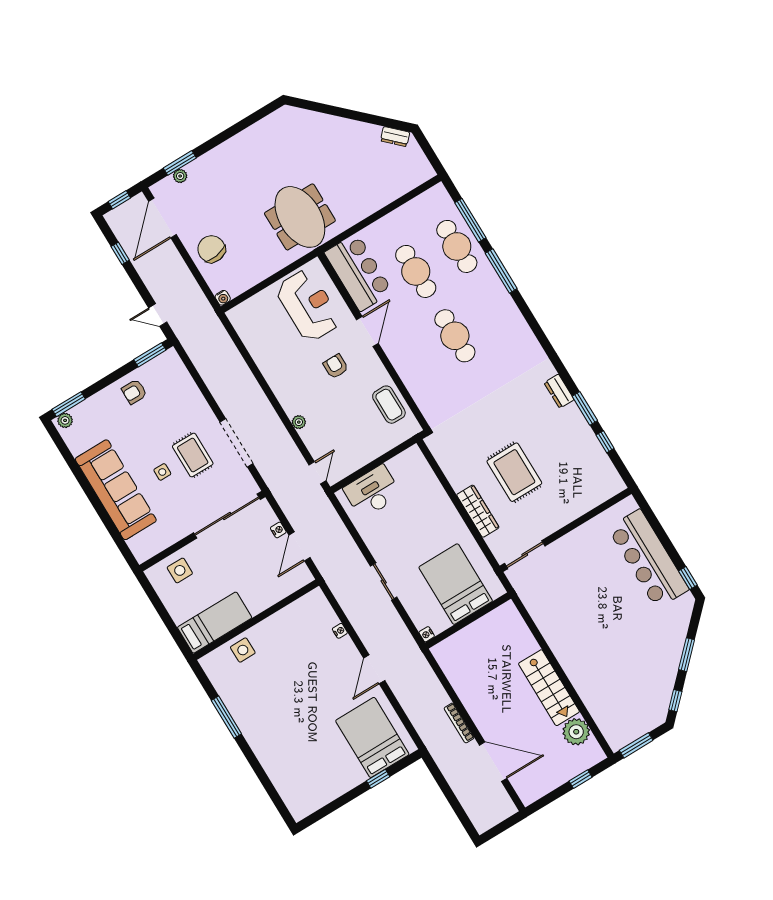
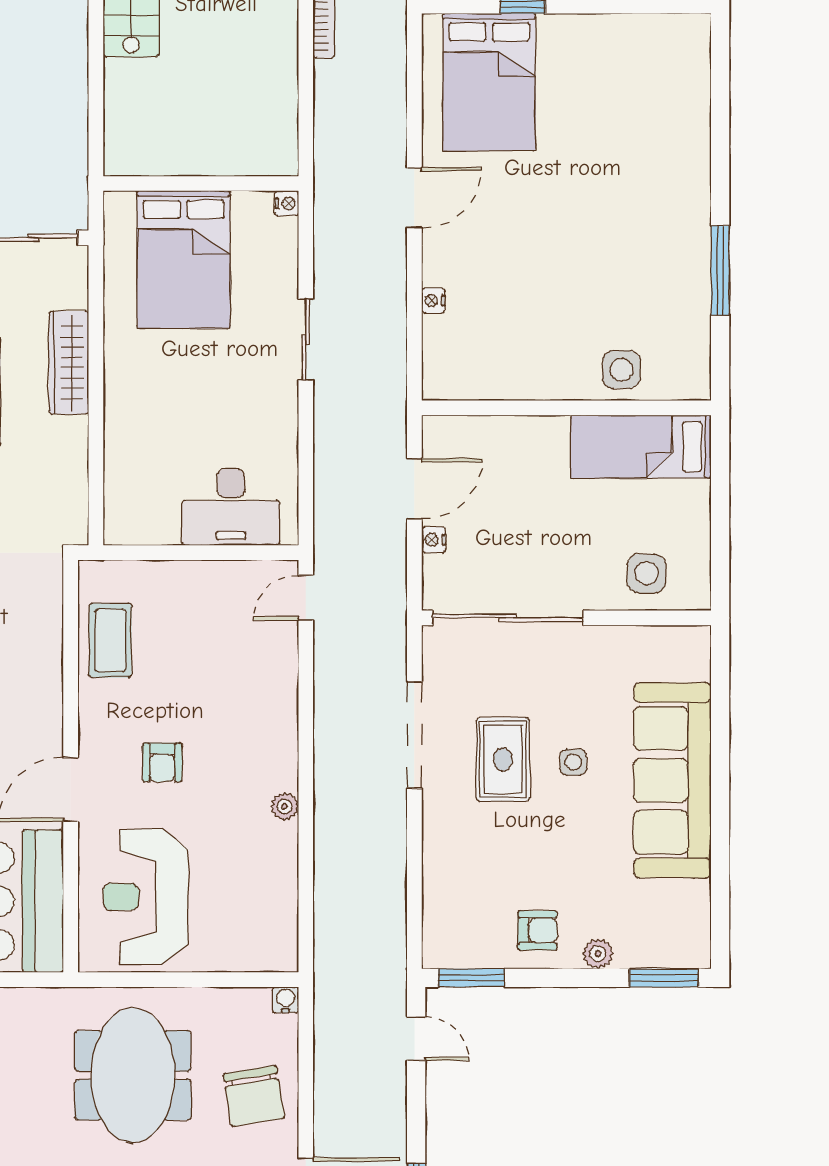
meeting table: (300, 217) -> (133, 1075), moved
plant: (65, 420) -> (598, 954), moved
plant: (299, 422) -> (285, 806), moved

